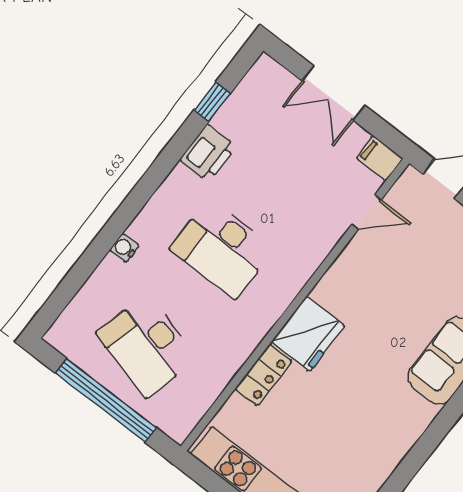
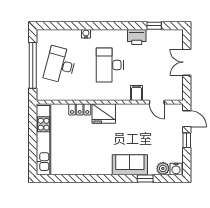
filing cabinet: (380, 158) -> (137, 93), moved

